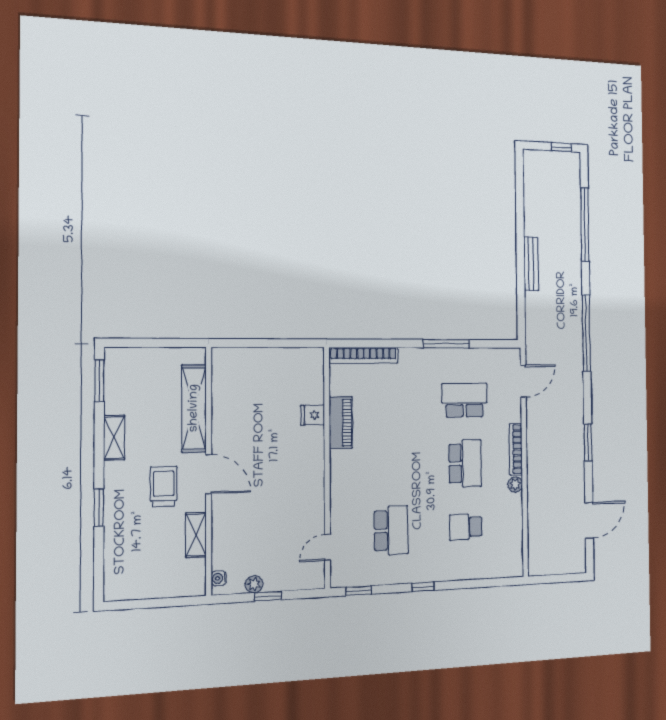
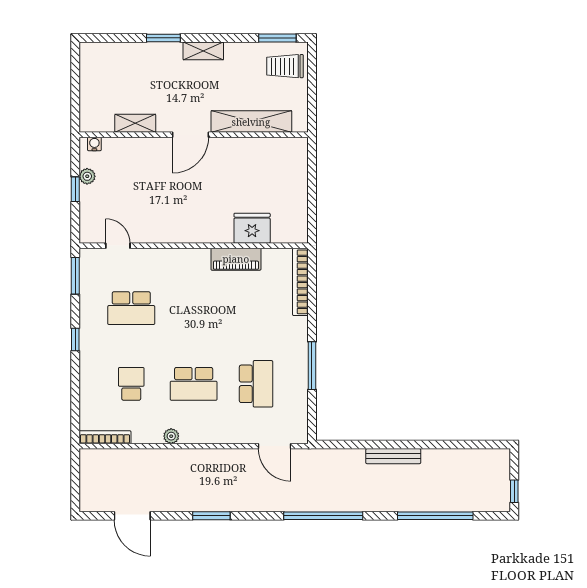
fridge: (313, 415) -> (252, 228), width x1.88, depth x1.34
shelving: (114, 438) -> (203, 51), moved
bookcase: (516, 449) -> (105, 437), moved
trolley: (164, 487) -> (285, 66), moved, turned 180
window: (359, 591) -> (75, 276), width x1.50

